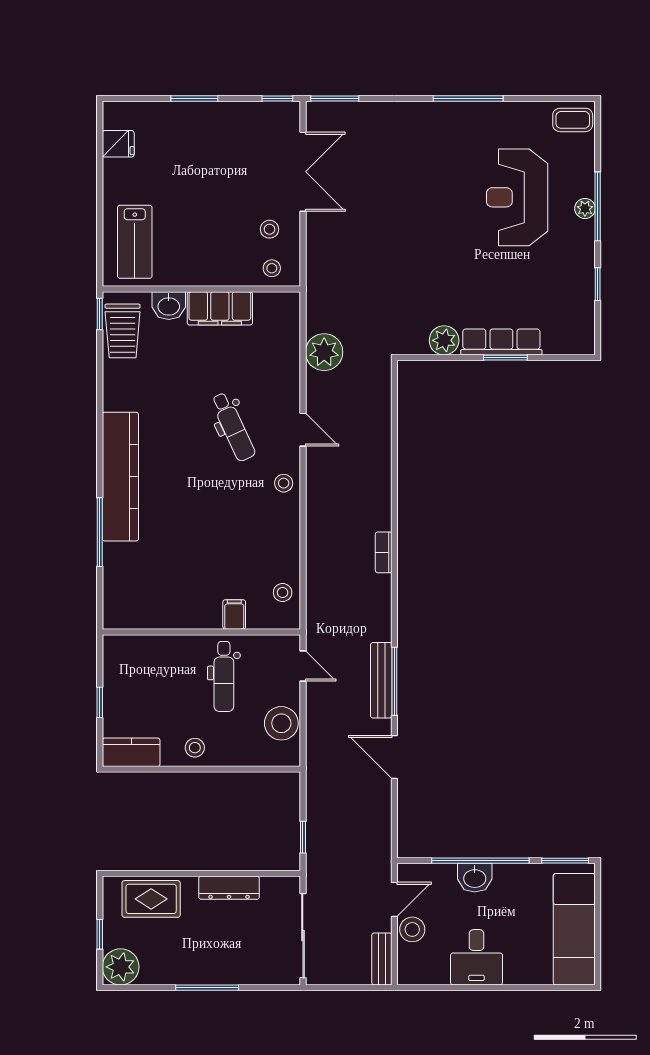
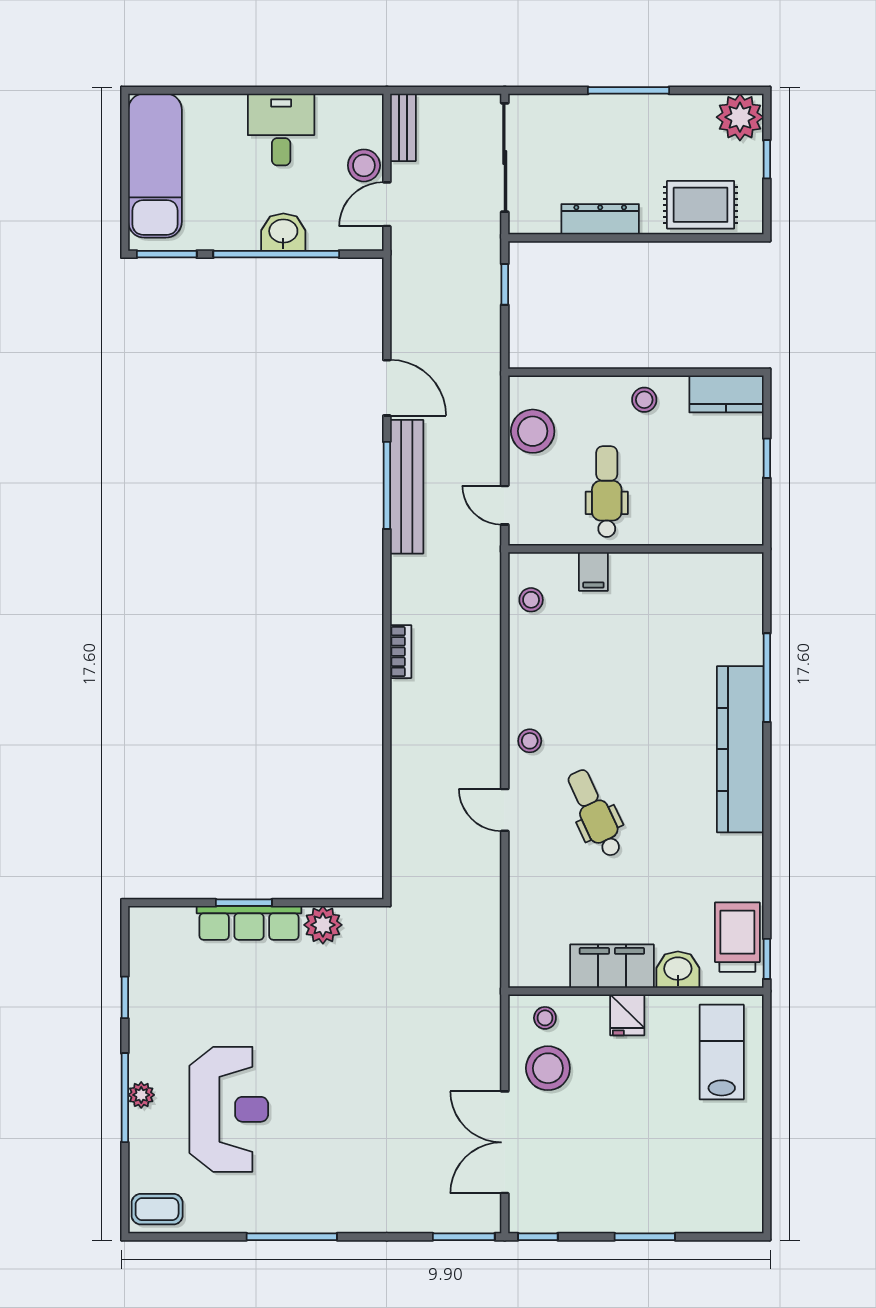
fridge: (118, 144) -> (627, 1015), moved, turned -90
stool: (270, 229) -> (548, 1068), width x1.89, depth x1.89
plant: (324, 352) -> (478, 910), removed
bench: (381, 680) -> (407, 487), width x1.37, depth x1.21

